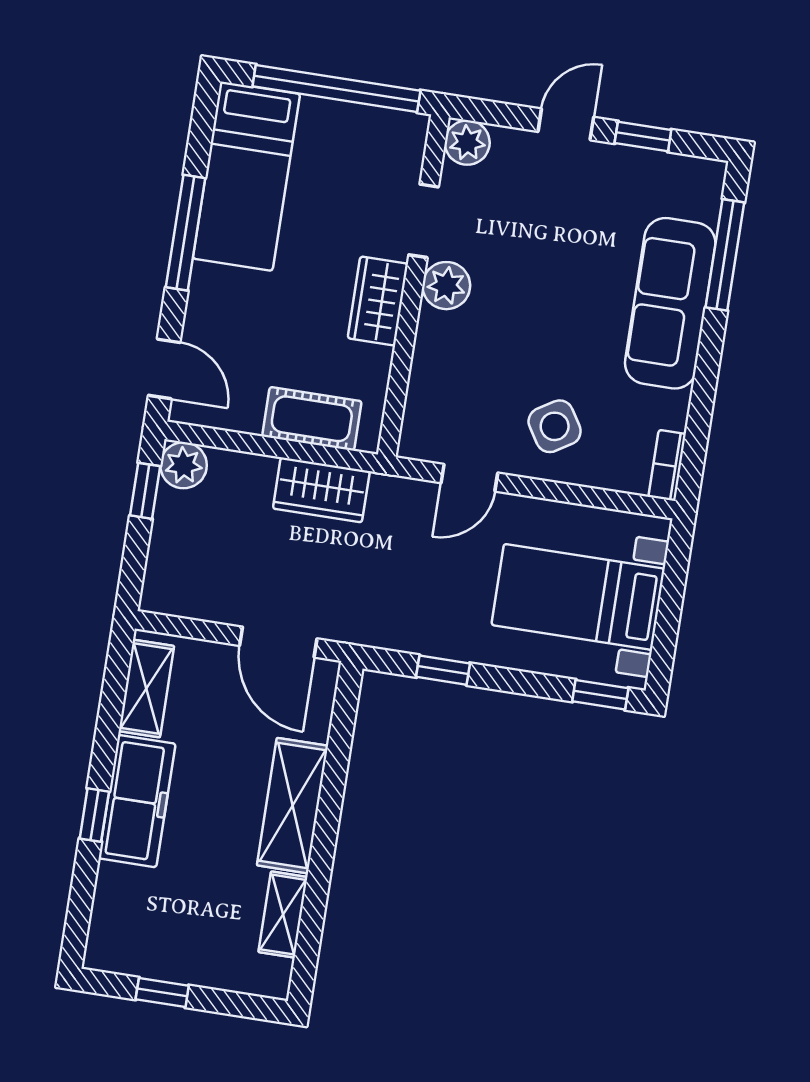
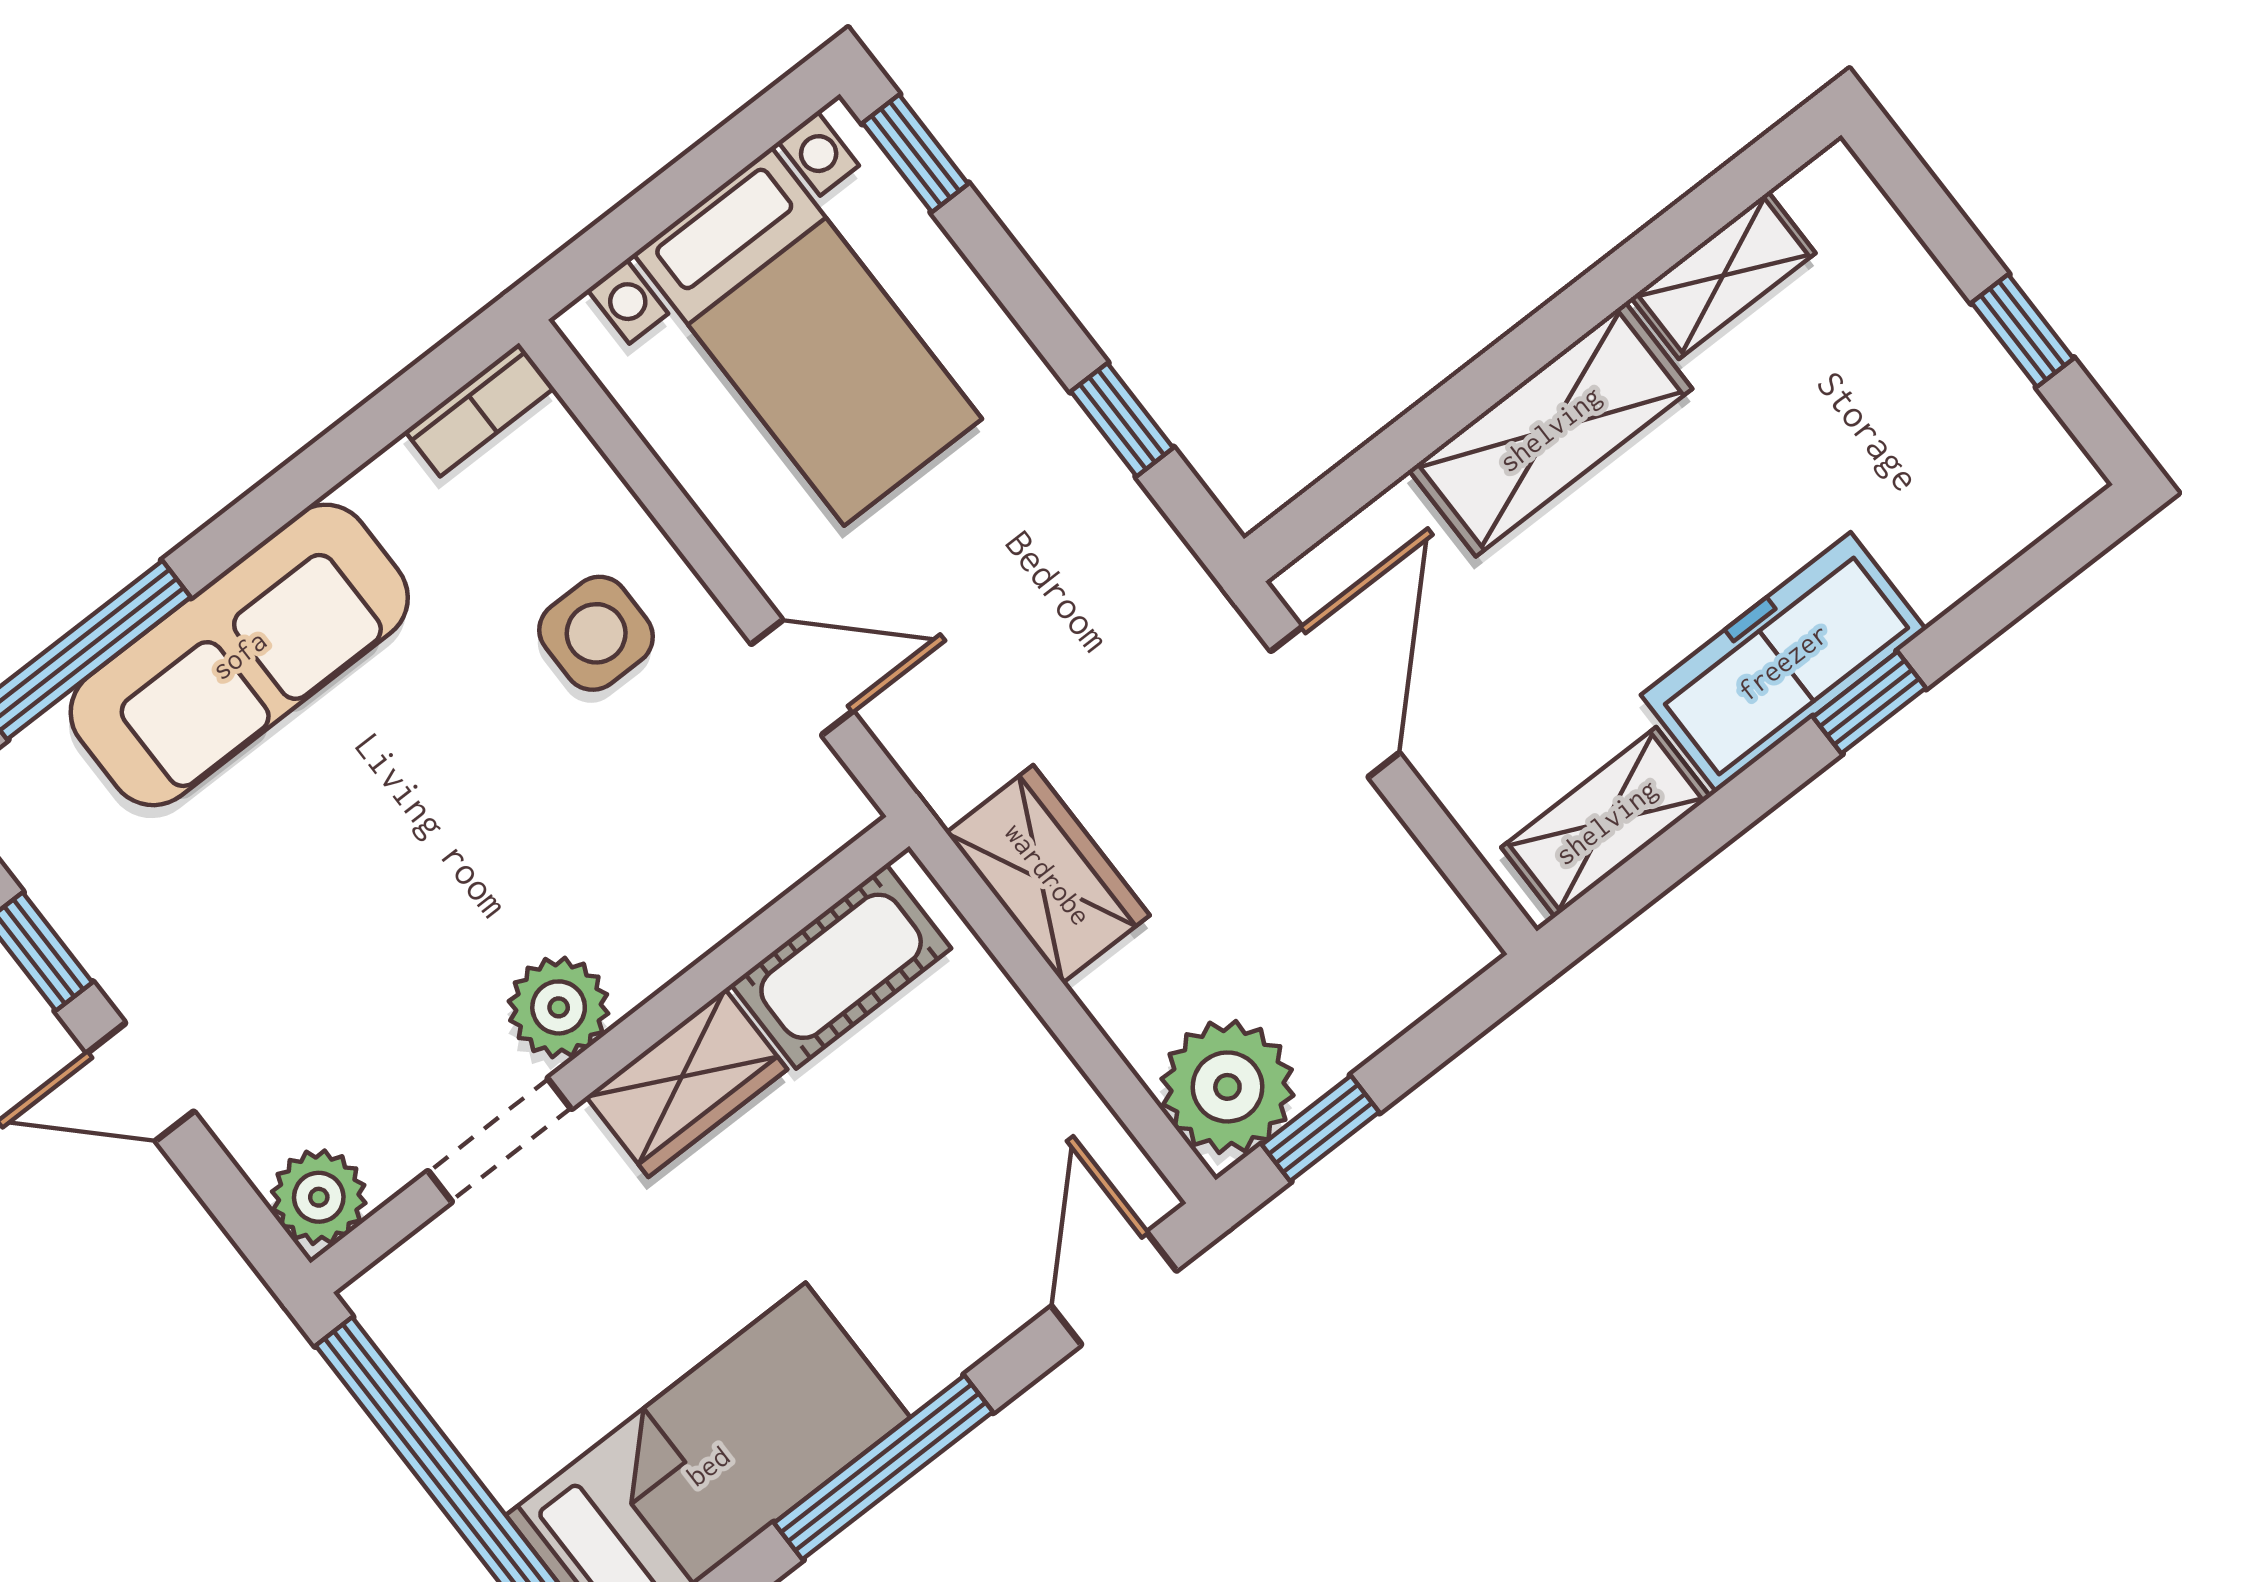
cot: (312, 419) -> (841, 966), moved, turned 90
side table: (555, 426) -> (596, 633), turned 32
plant: (184, 465) -> (1227, 1087), width x1.36, depth x1.36

